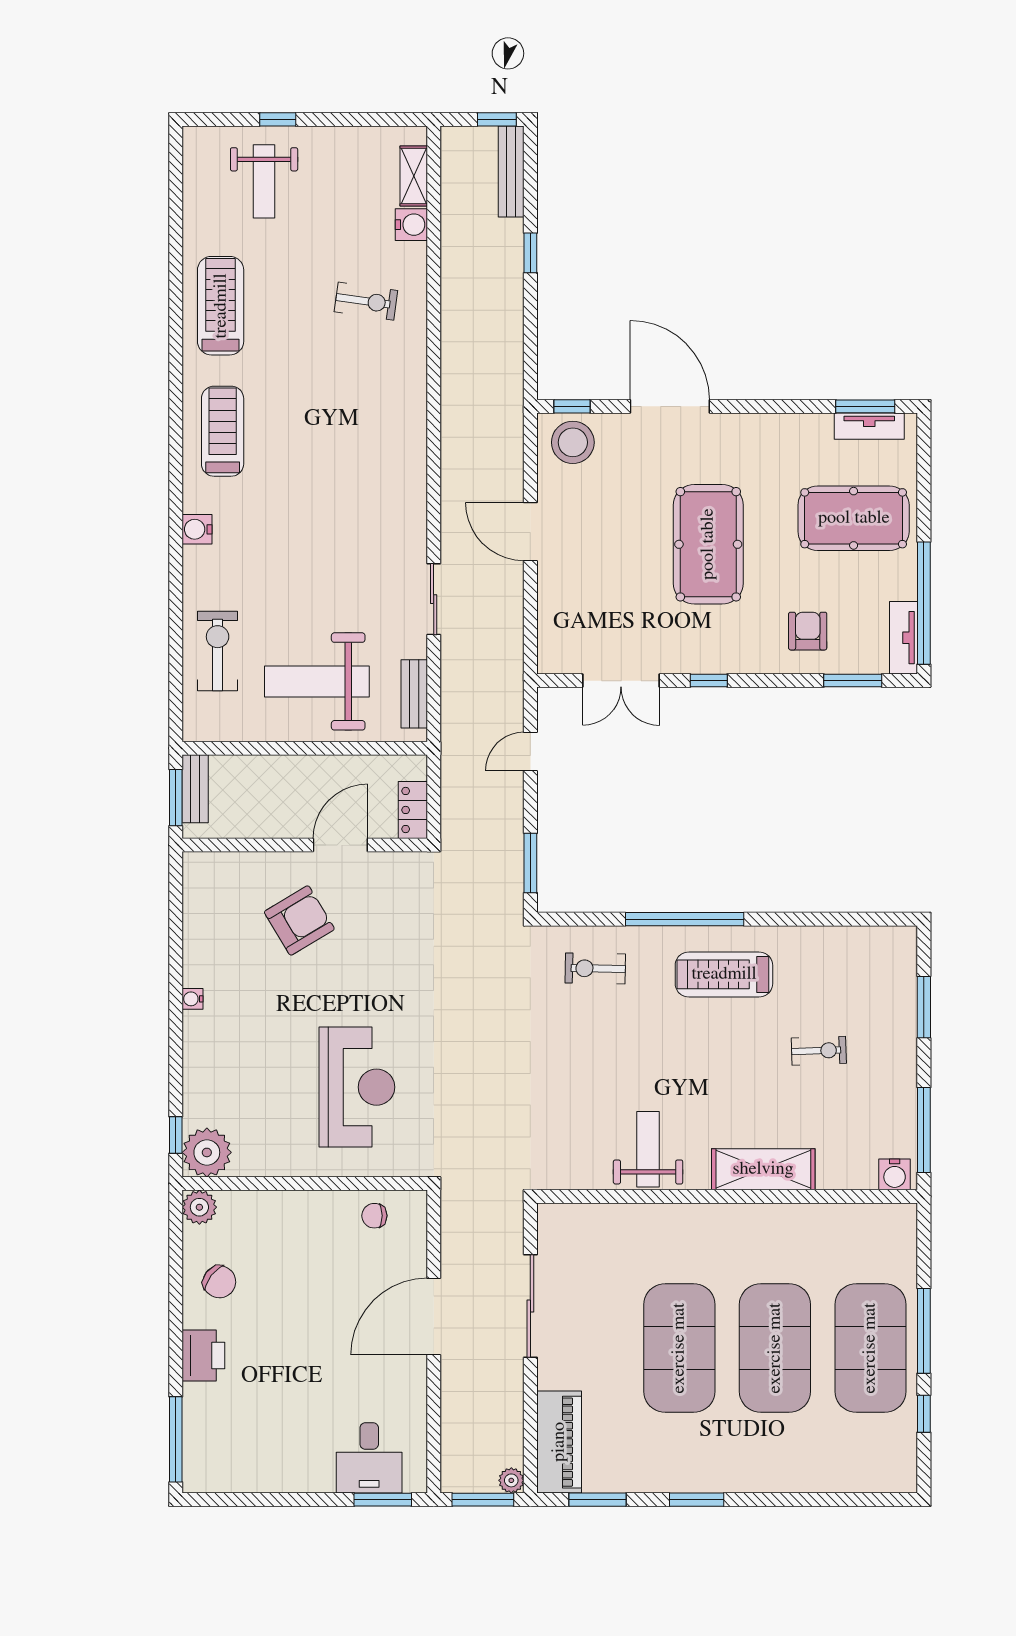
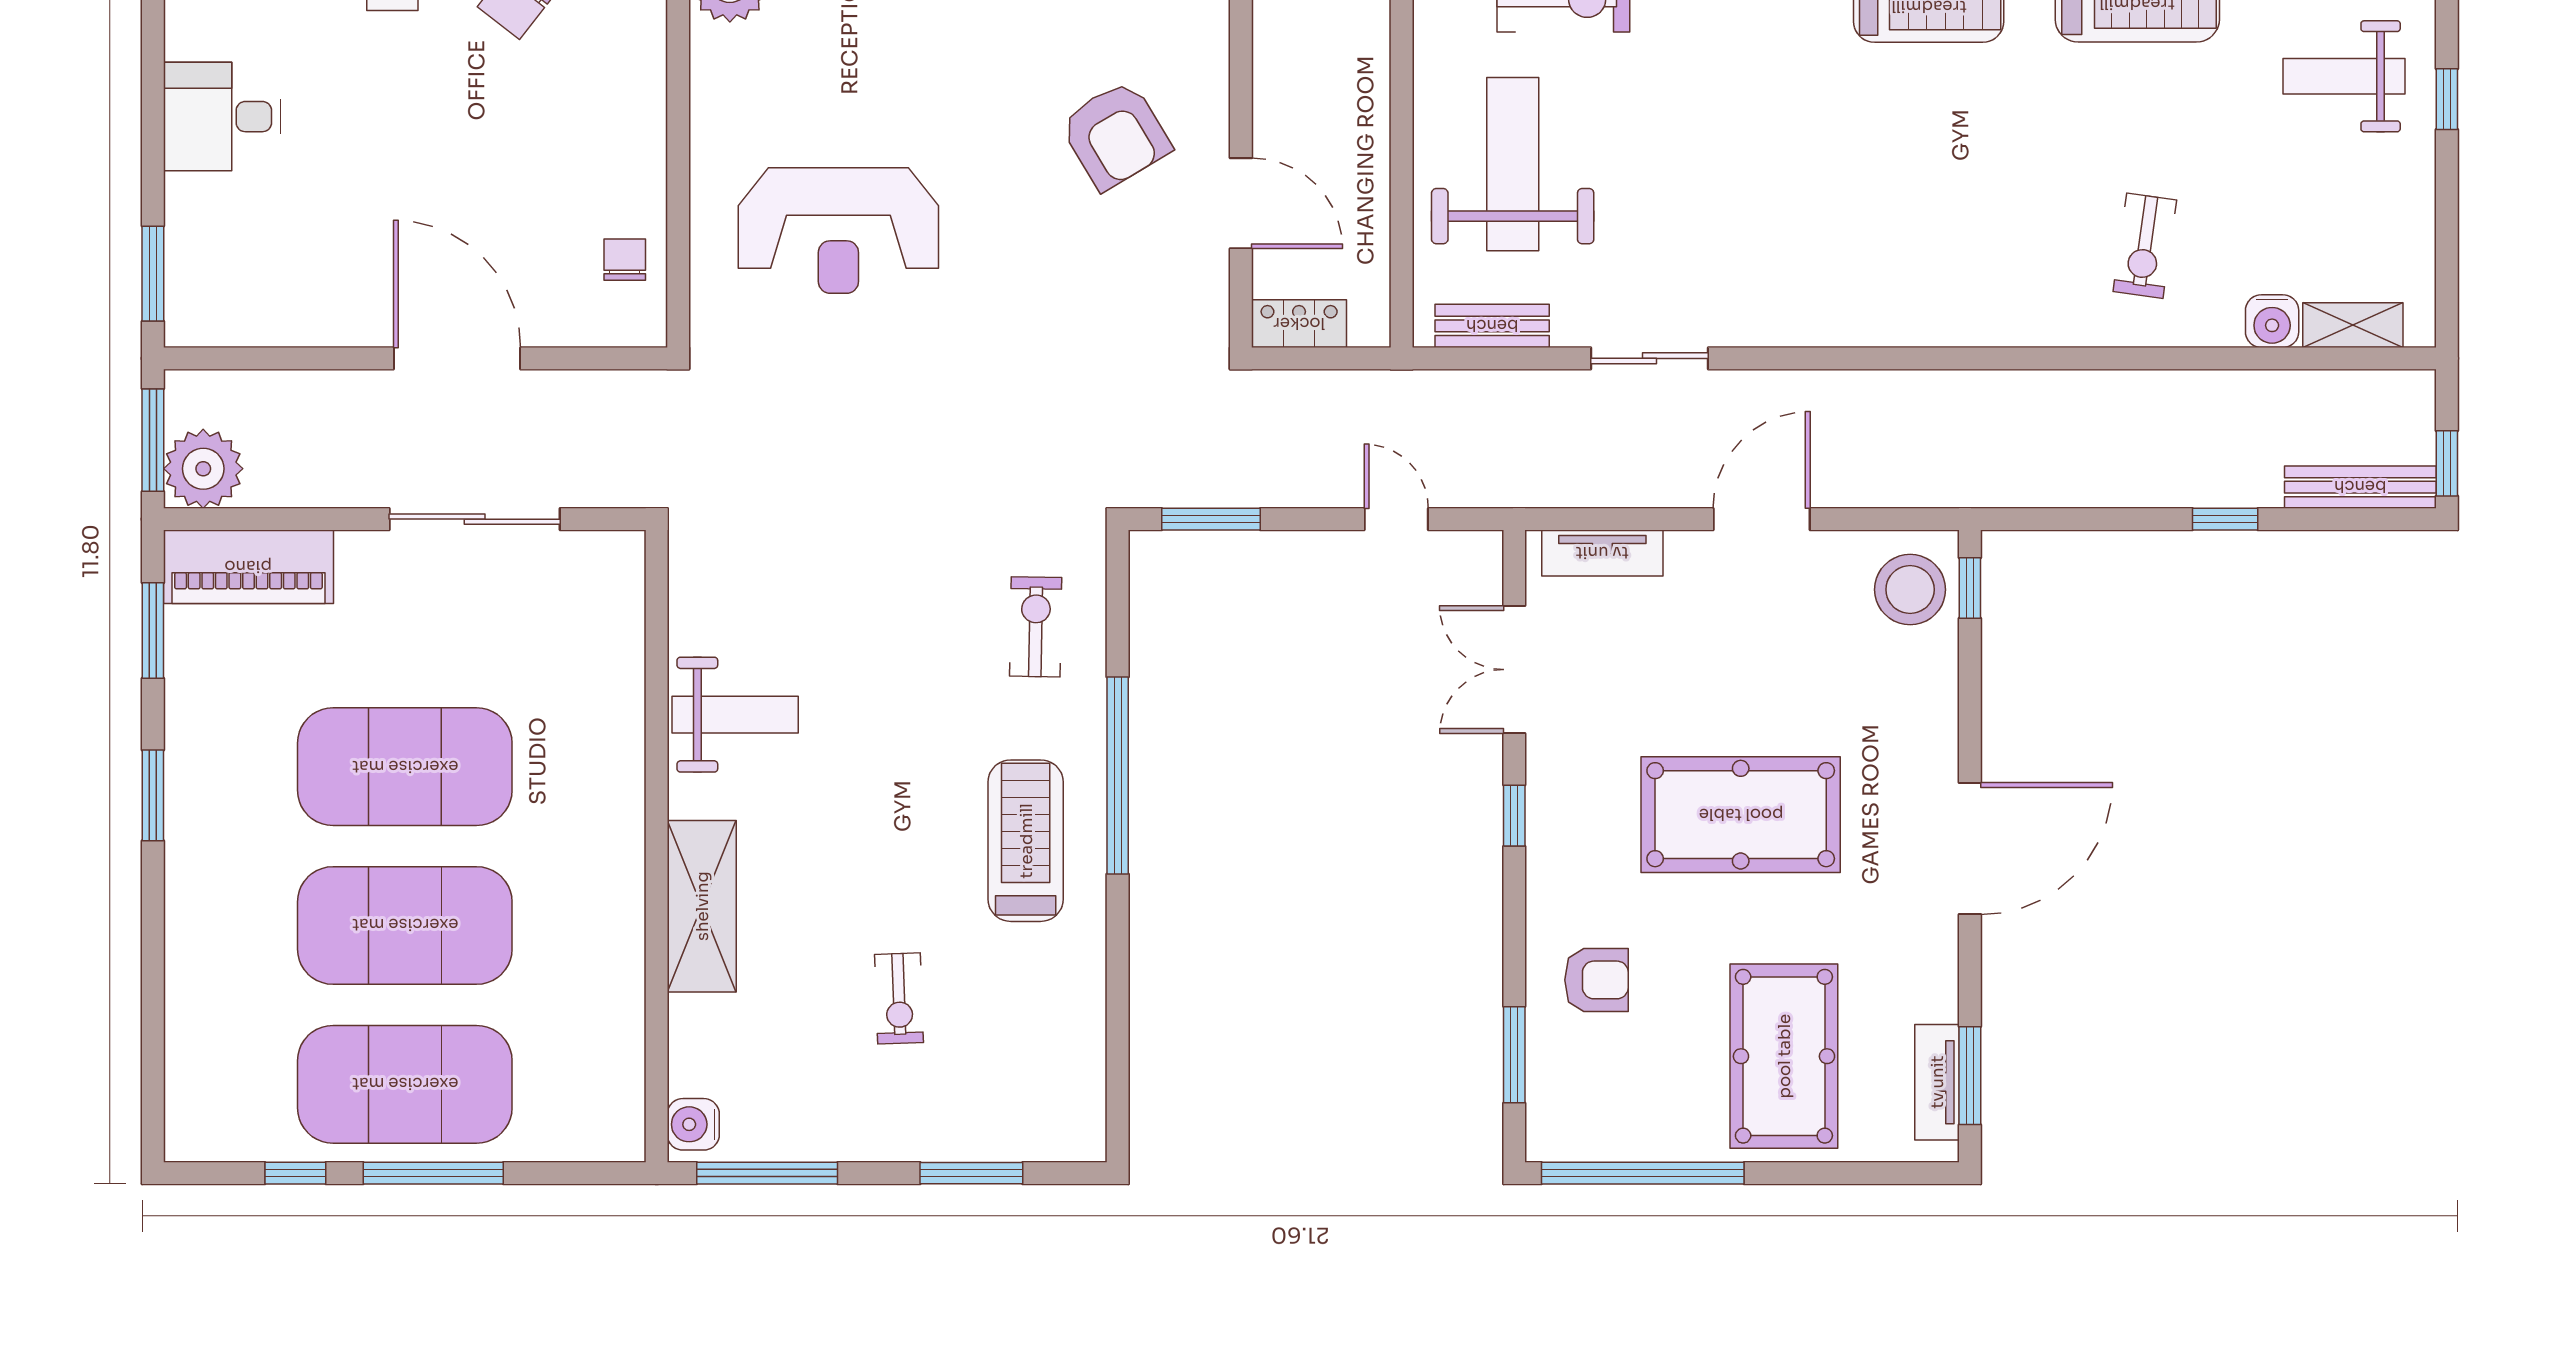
door: (670, 406) -> (1970, 848), moved
tv unit: (904, 638) -> (1602, 553), moved, turned 180
desk: (369, 1458) -> (222, 117), moved
plant: (511, 1480) -> (203, 469), width x1.88, depth x1.88

